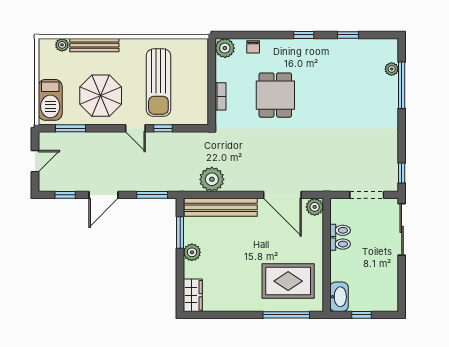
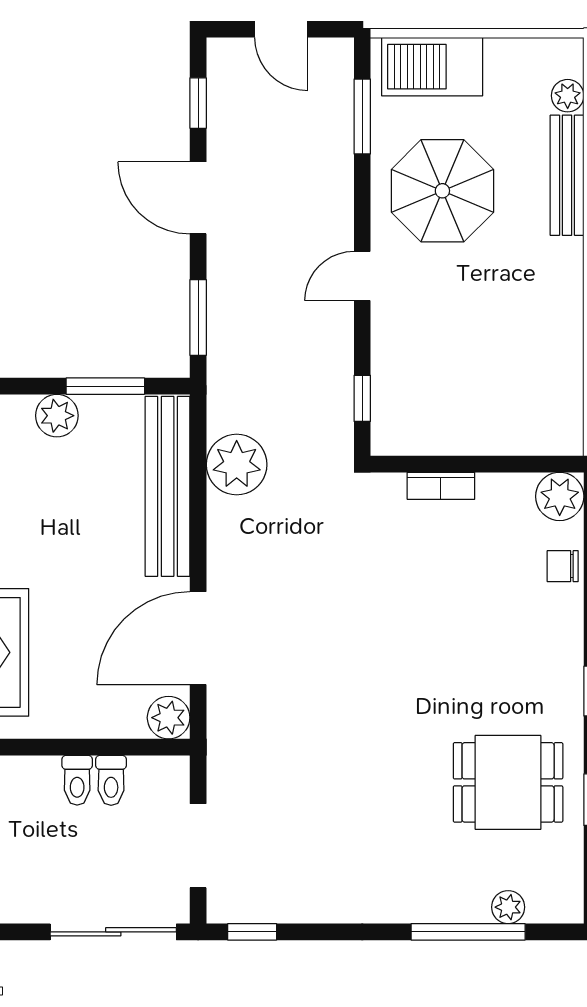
sun lounger: (158, 83) -> (475, 333), removed
dining table: (275, 95) -> (508, 782), moved
window: (163, 128) -> (362, 398), moved

